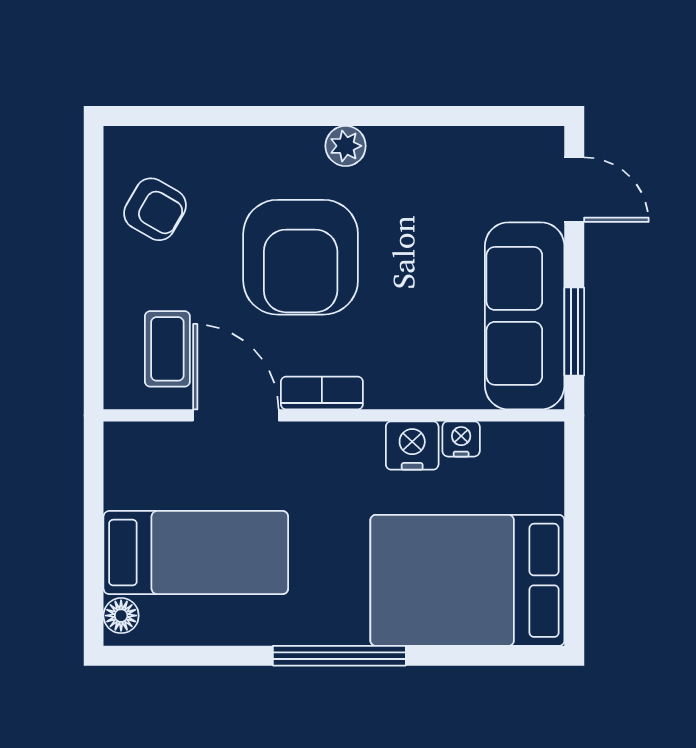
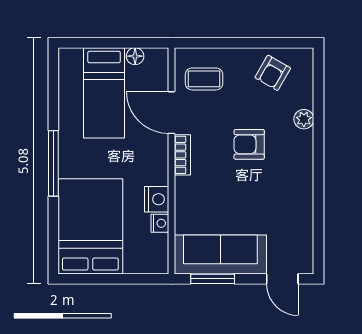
plant: (346, 146) -> (304, 119), moved
door: (574, 190) -> (282, 279), hinge flipped
armchair: (301, 257) -> (249, 144), width x0.53, depth x0.53
door: (236, 415) -> (171, 113), swing flipped
floor lamp: (121, 616) -> (135, 56), moved

